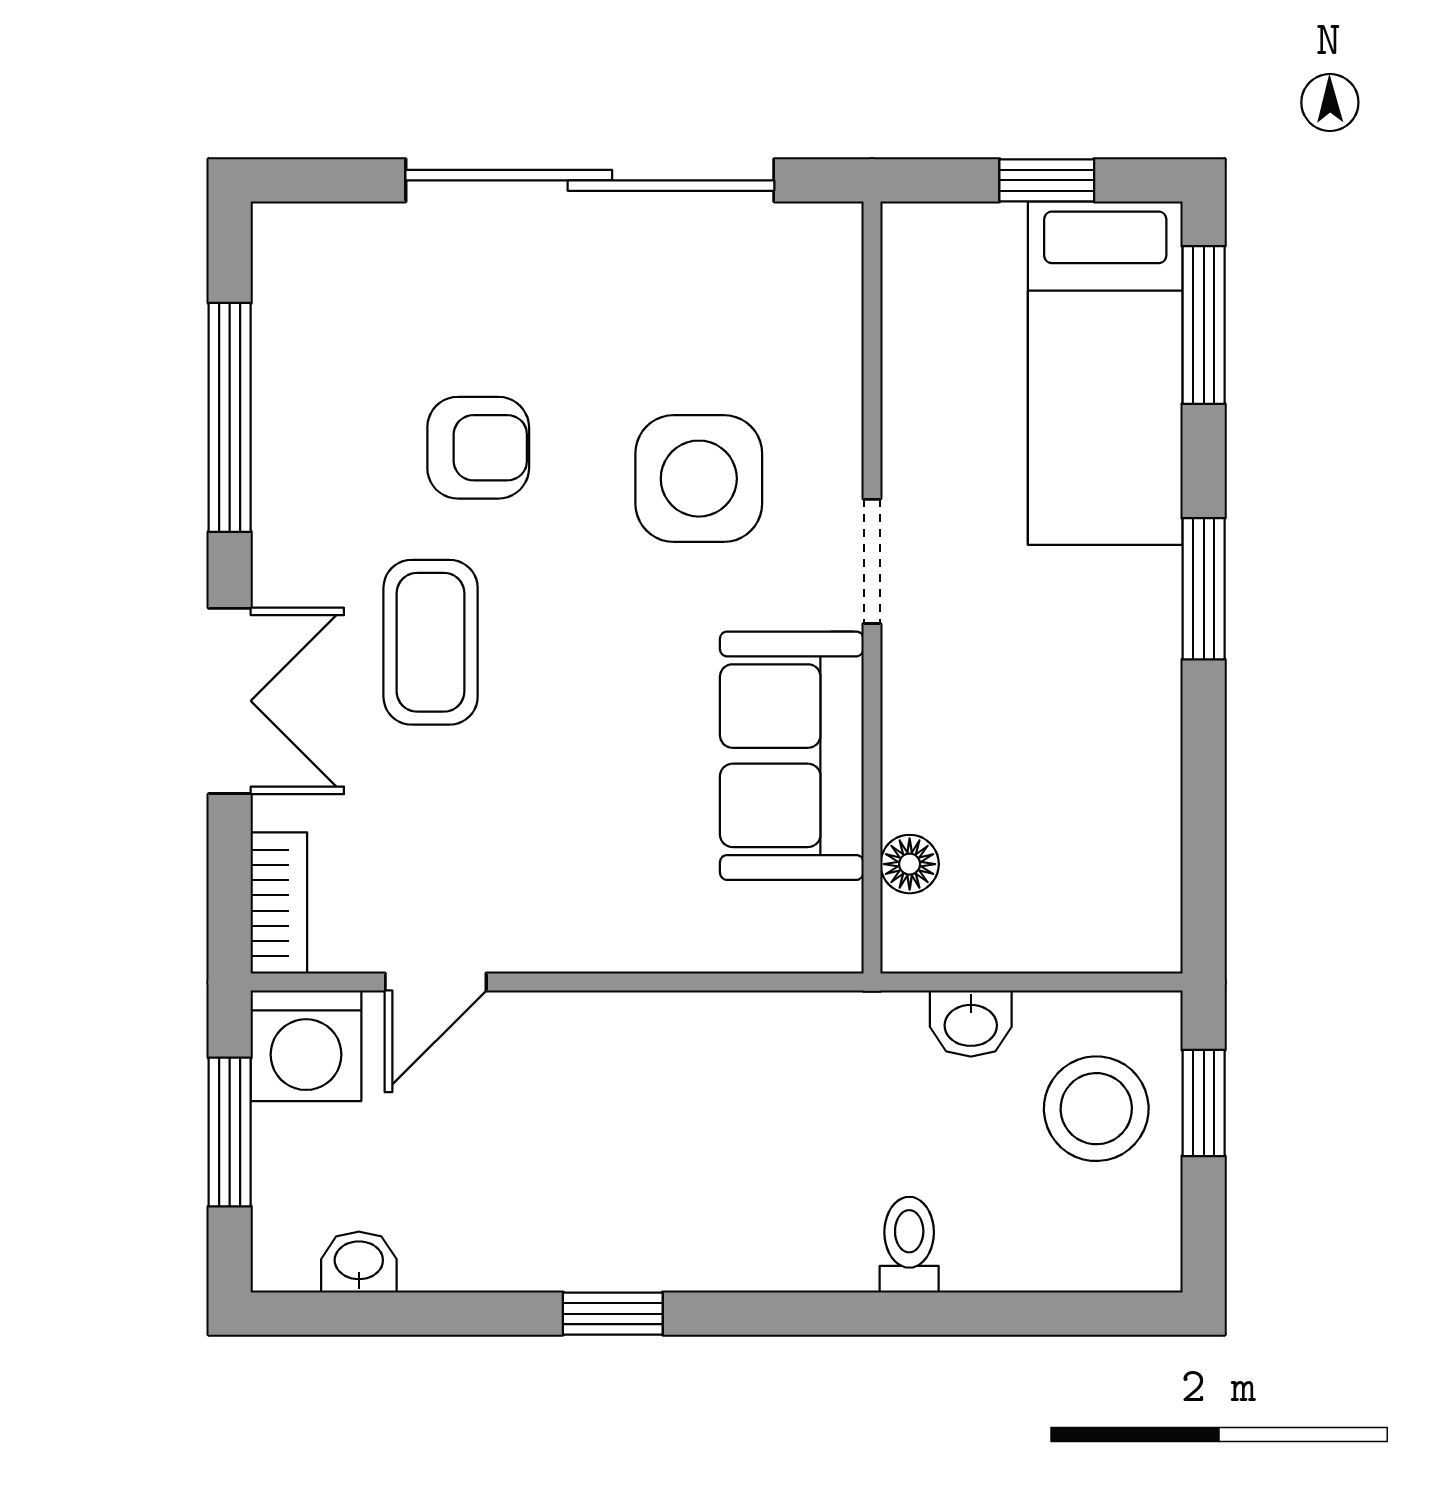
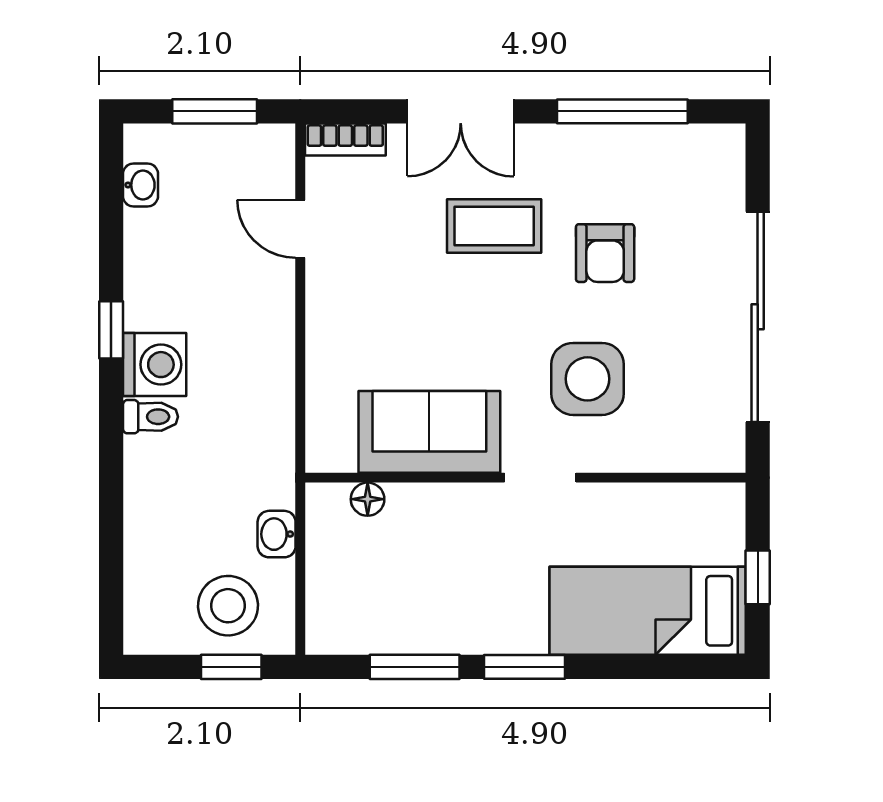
window: (1204, 325) -> (415, 667), moved
washing machine: (306, 1046) -> (155, 365), moved, turned 180
toilet: (909, 1245) -> (150, 417), moved

